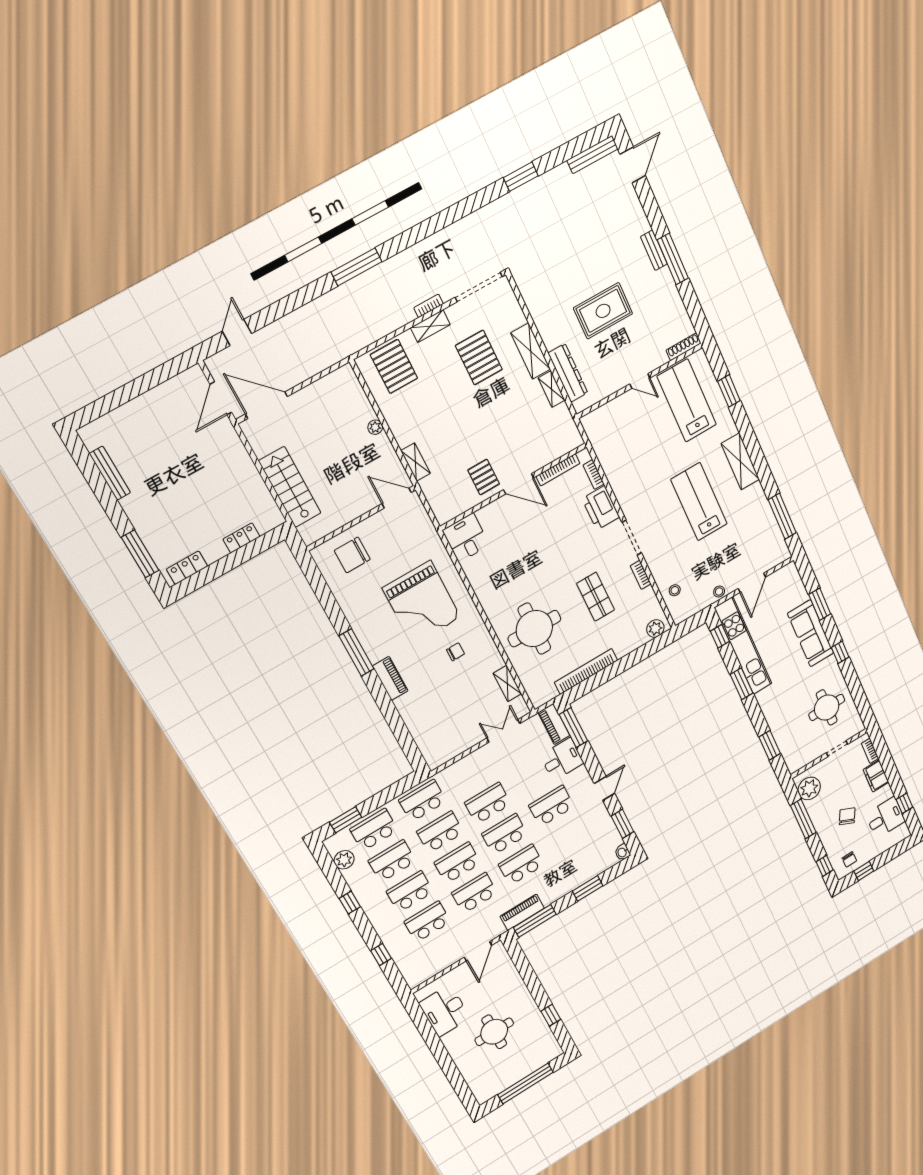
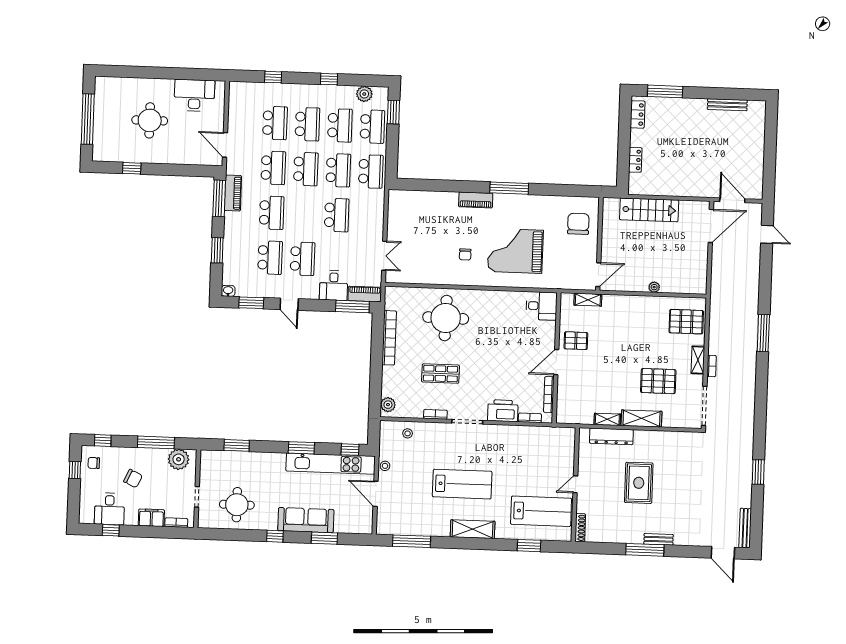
shelving: (416, 462) -> (588, 300), moved
shelving: (507, 683) -> (418, 278), removed
school desk: (505, 834) -> (270, 258), moved

